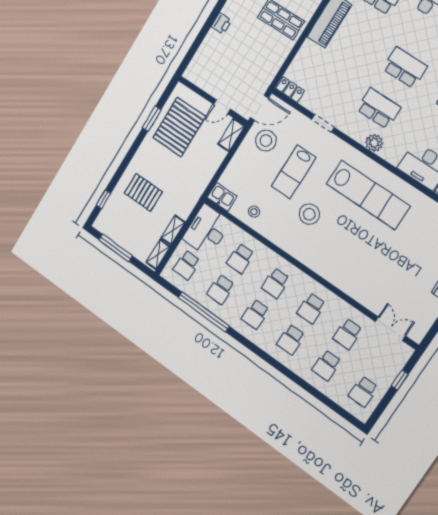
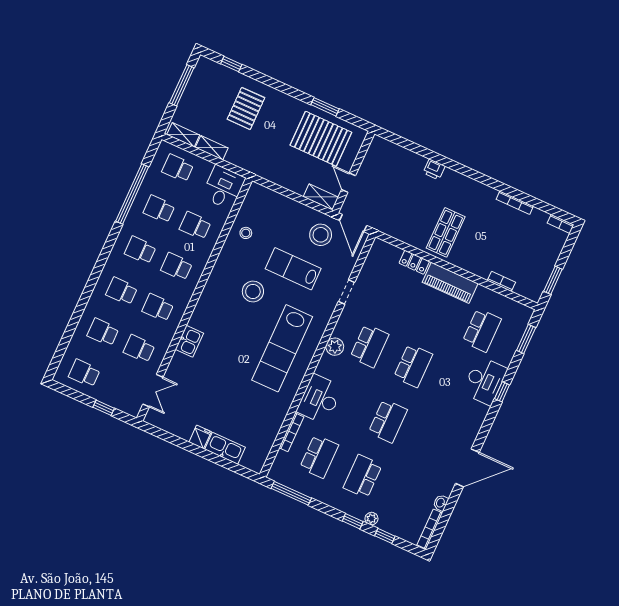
locker: (290, 90) -> (414, 262), moved, turned 90
kitchen sink: (222, 197) -> (189, 341), moved
desk: (207, 230) -> (223, 187), width x0.73

